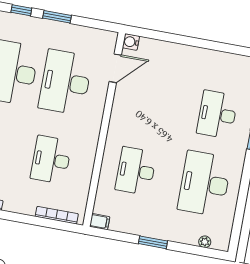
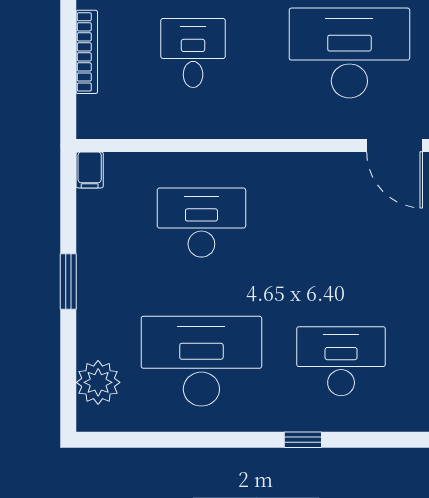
desk: (51, 160) -> (193, 53), width x0.73
bookcase: (57, 215) -> (87, 52), moved
plant: (205, 242) -> (98, 382), width x1.88, depth x1.88

